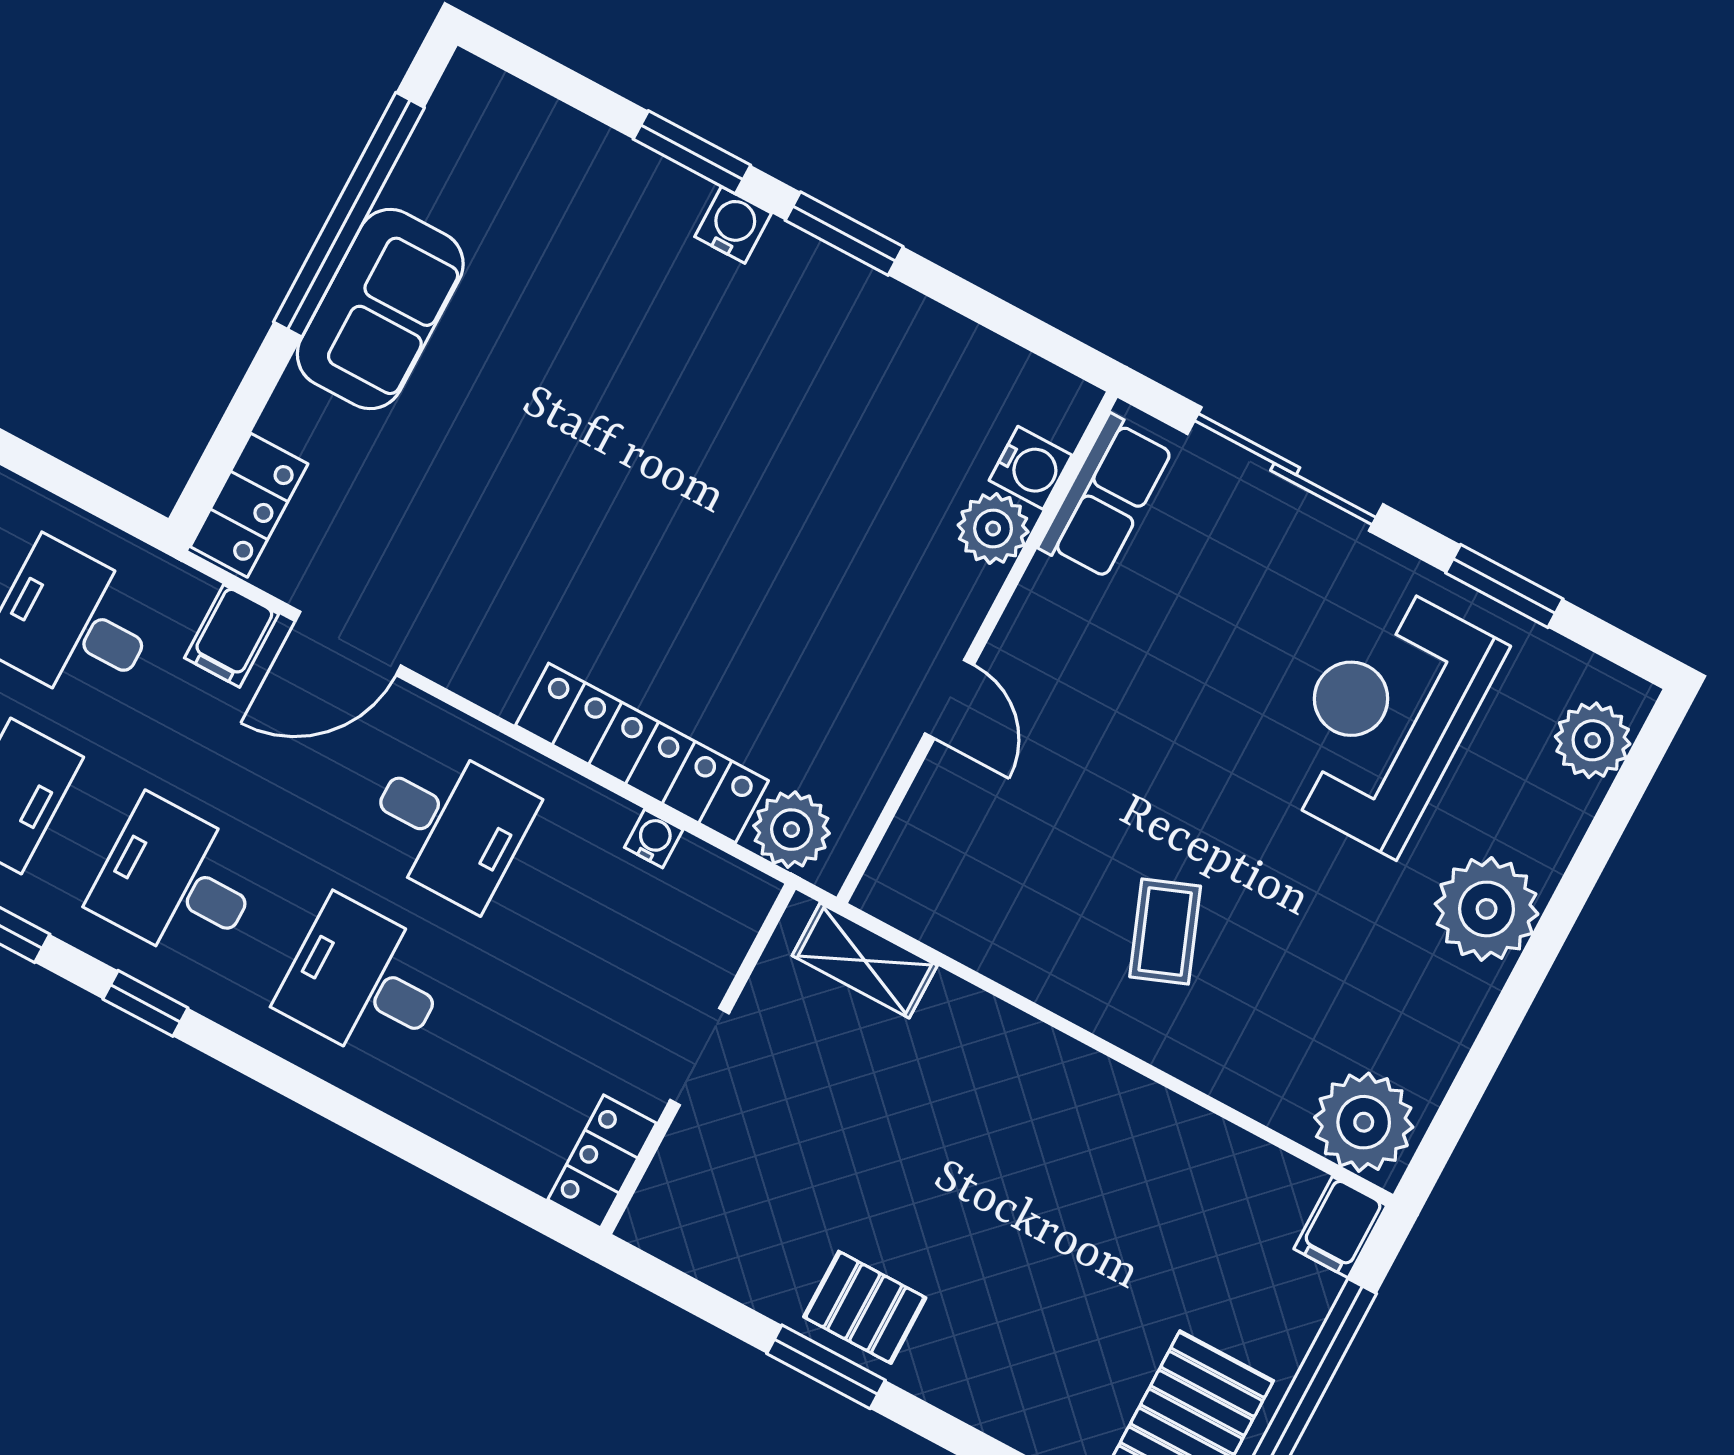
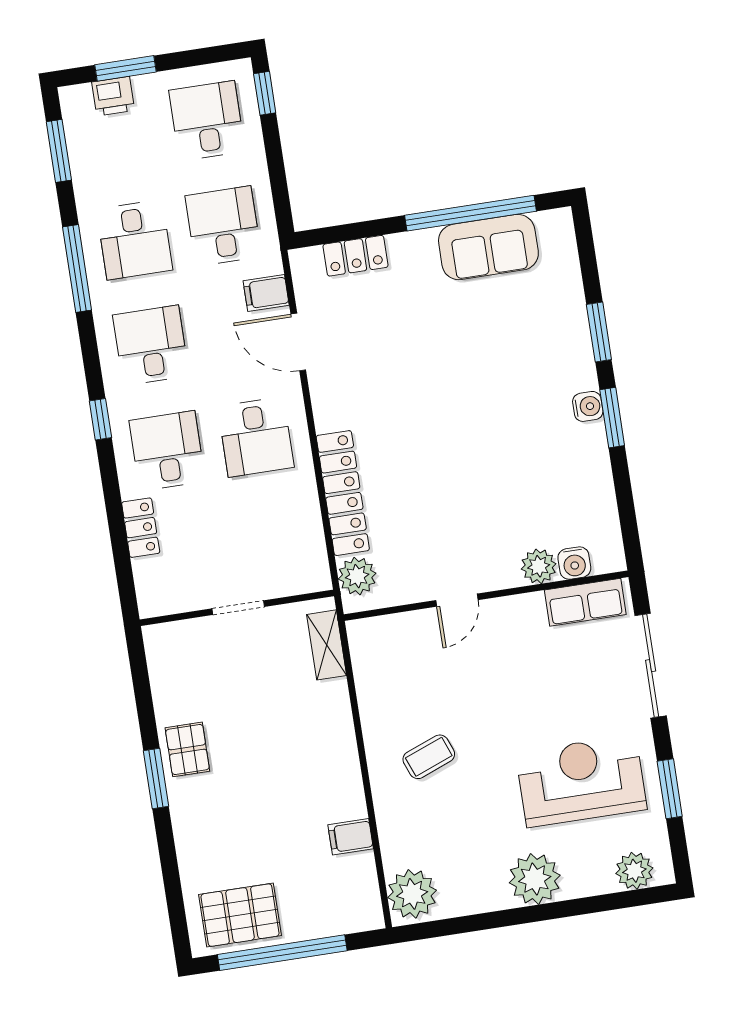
water cooler: (733, 225) -> (588, 406), moved
sofa: (380, 309) -> (488, 247), moved
locker: (249, 505) -> (355, 256), moved
water cooler: (654, 839) -> (312, 523), removed
window: (145, 1003) -> (100, 419), moved
locker: (602, 1161) -> (141, 528), moved, turned 90
filing cabinet: (1340, 1227) -> (351, 837), moved
window: (826, 1367) -> (156, 778), moved

